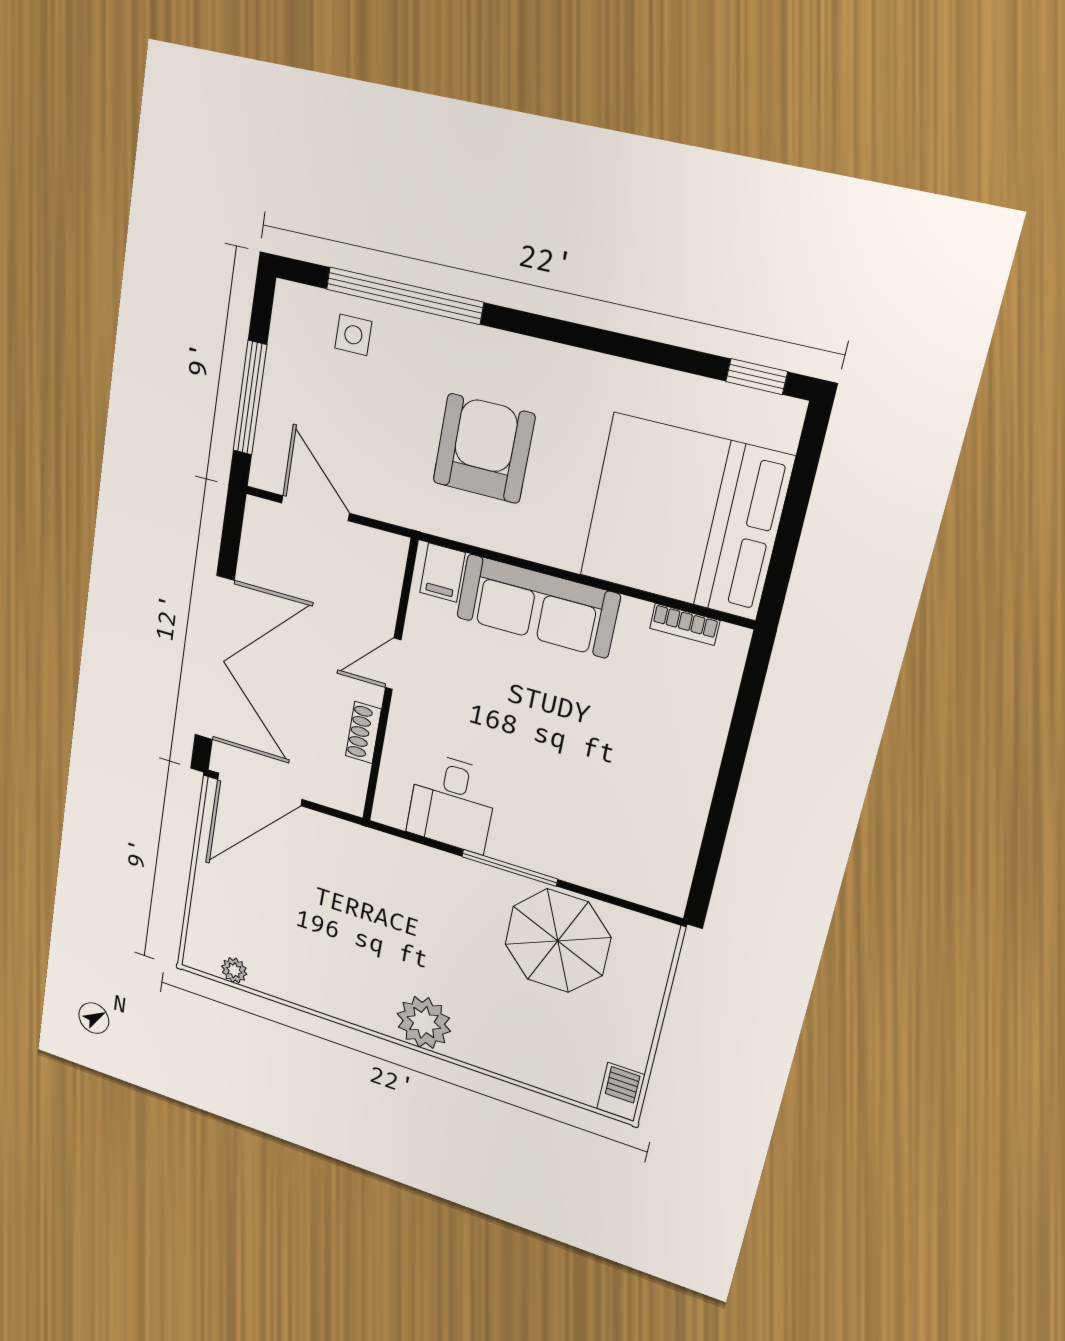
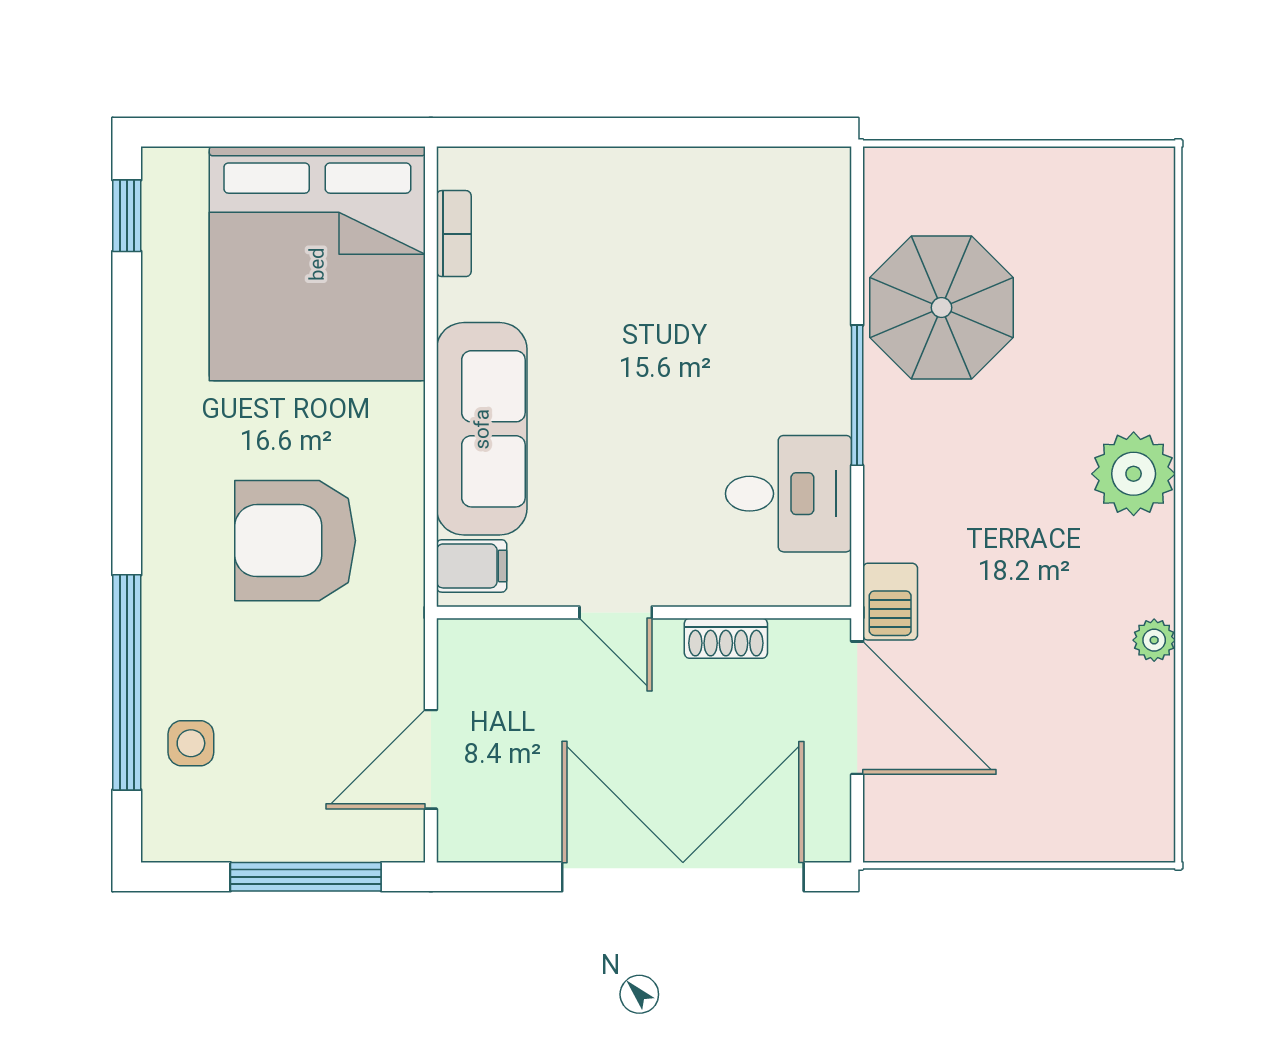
door: (259, 789) -> (857, 708), moved
plant: (234, 970) -> (1154, 640), moved
barbecue: (621, 1092) -> (890, 602), moved, turned -90

